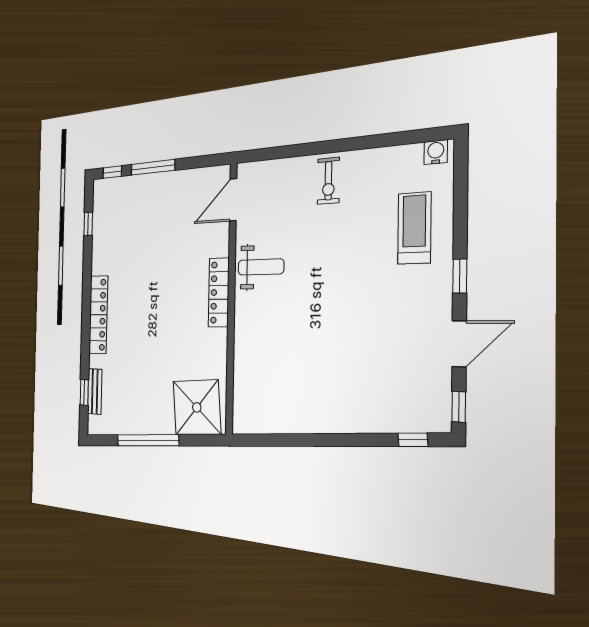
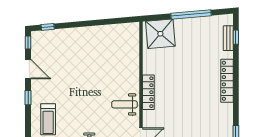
door: (459, 344) -> (28, 69), swing flipped

